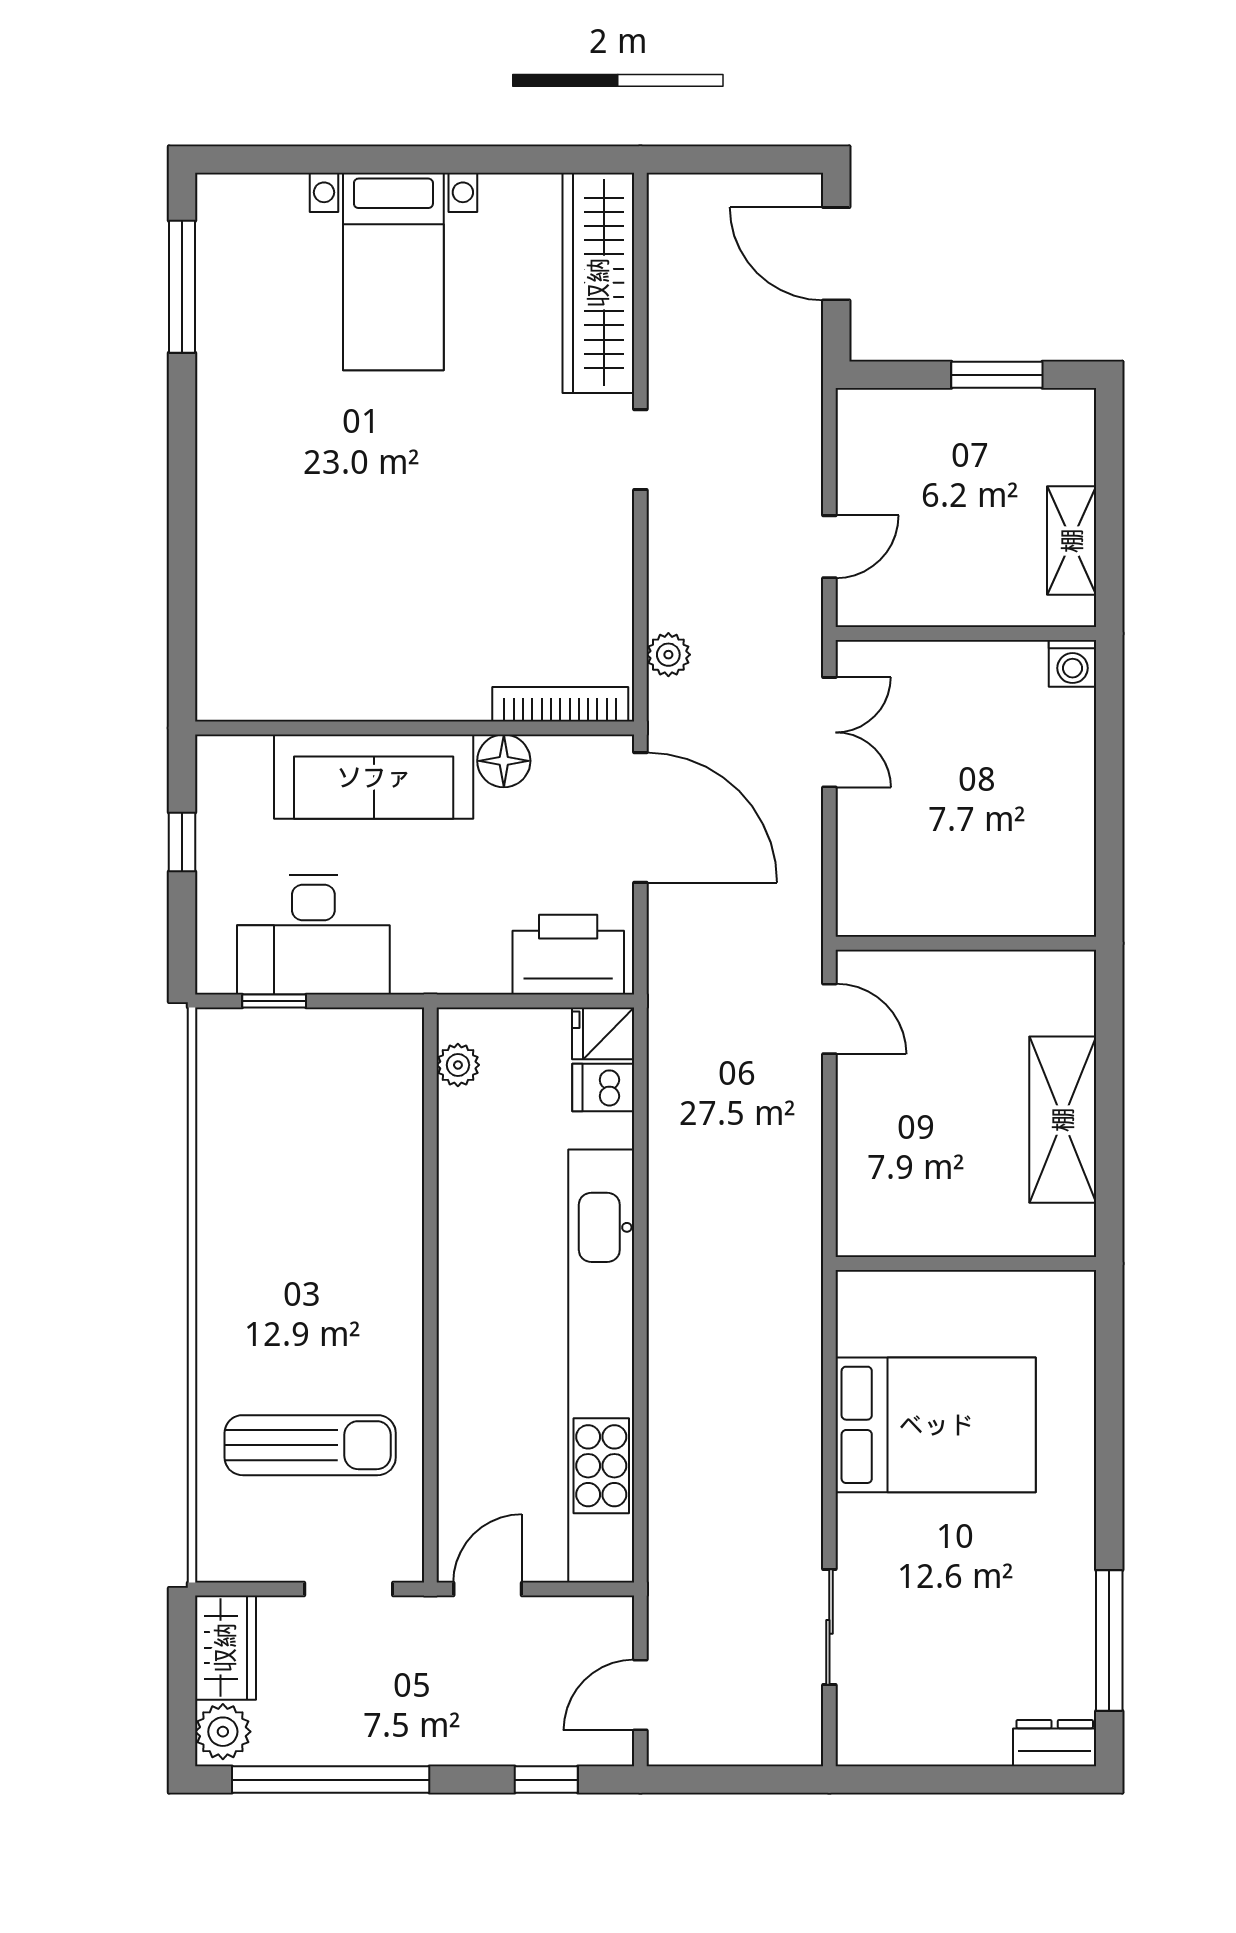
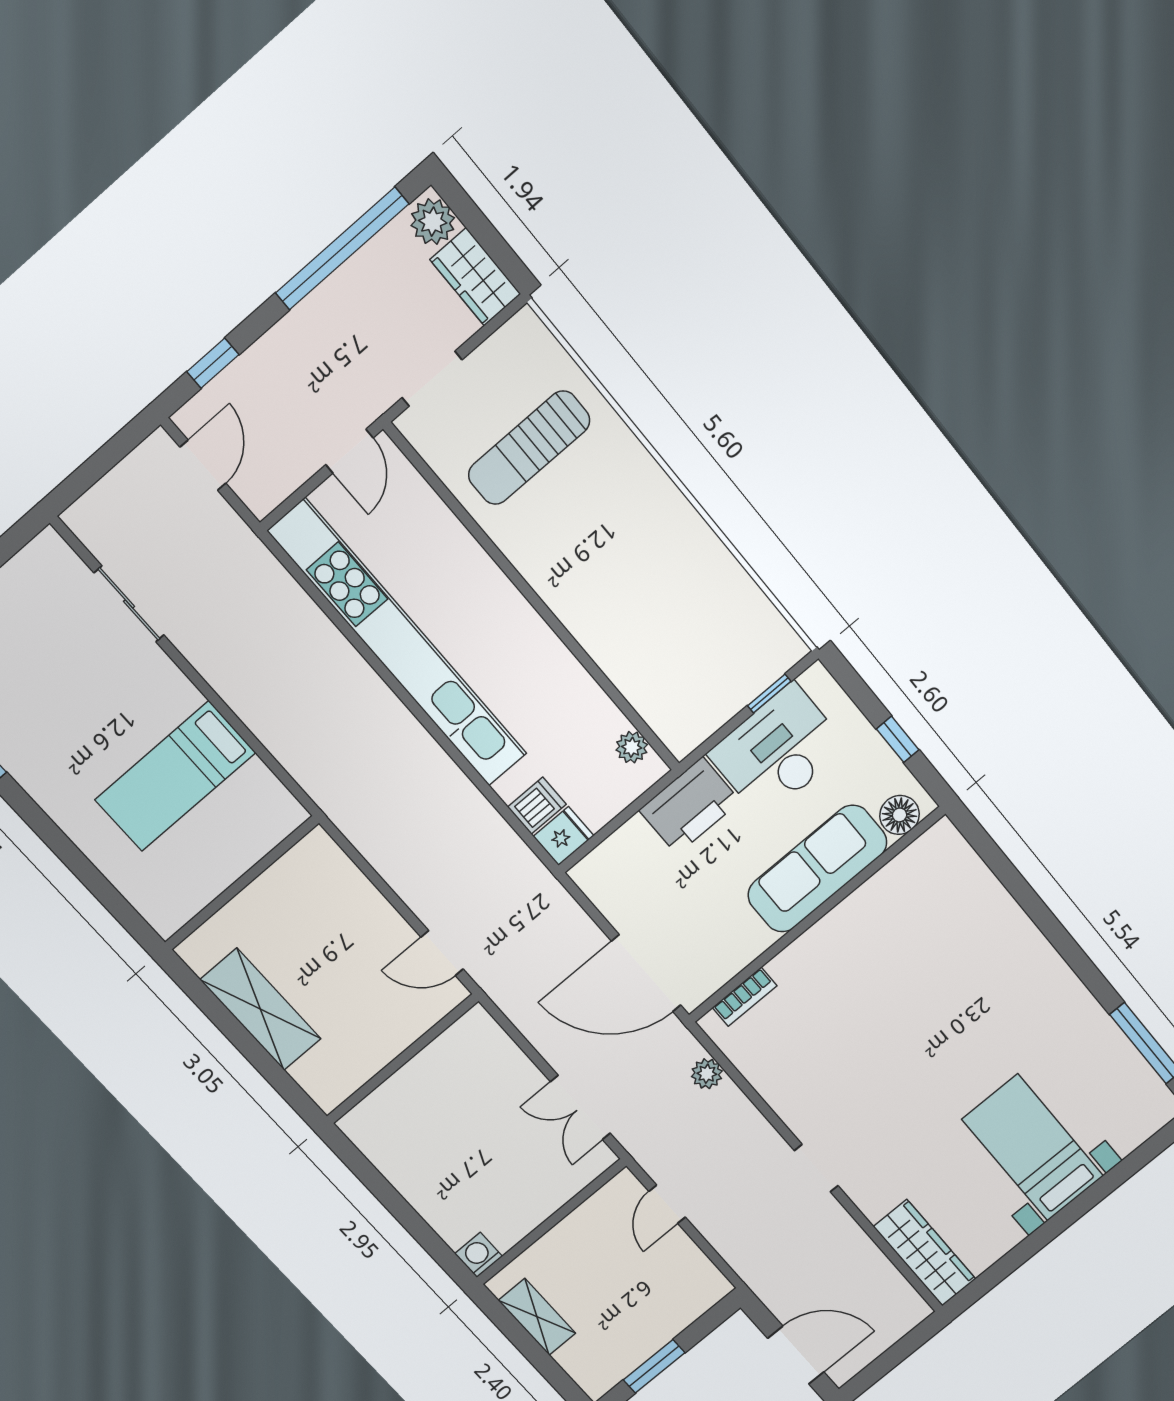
wardrobe: (598, 283) -> (925, 1253), width x0.71, depth x0.85
bookcase: (560, 704) -> (745, 997), width x0.64
floor lamp: (504, 761) -> (900, 815), moved
printer: (568, 955) -> (690, 806), moved
bed: (936, 1425) -> (175, 776), width x0.67

